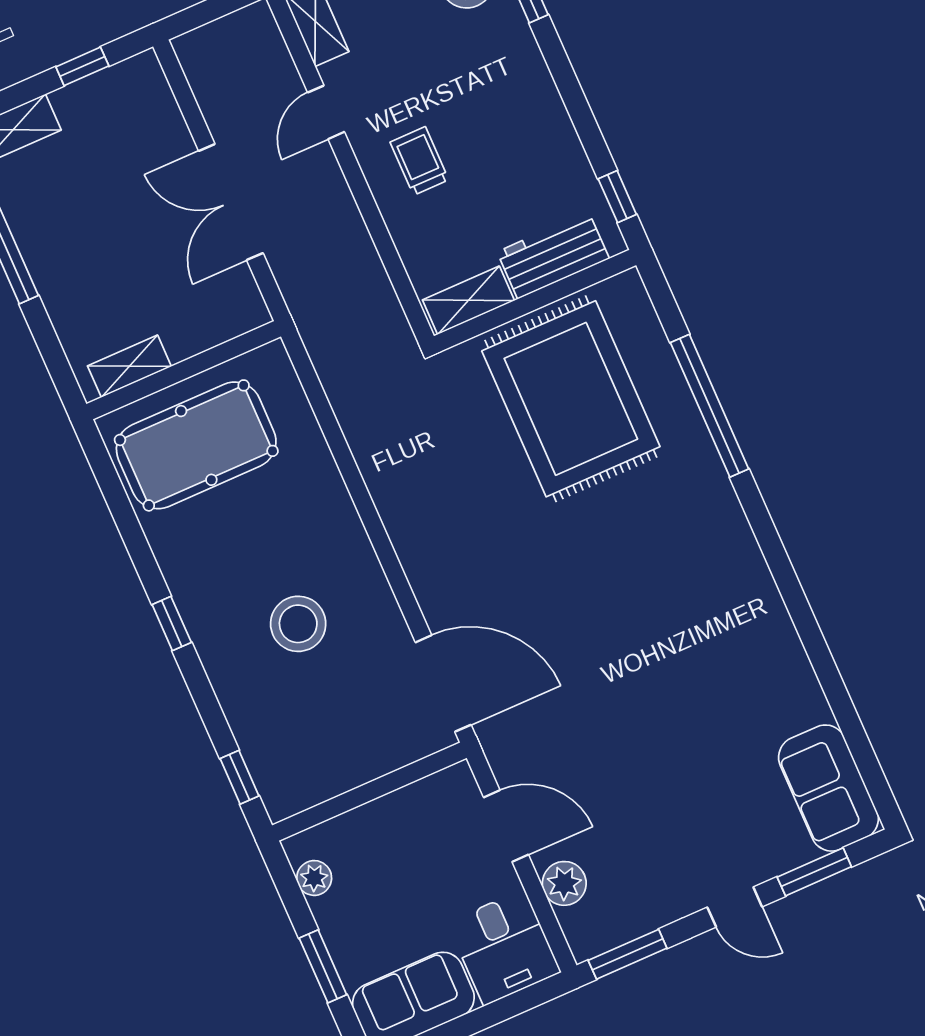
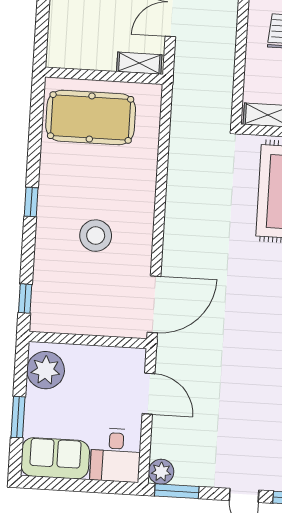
shelving: (129, 366) -> (139, 63), moved
door: (443, 684) -> (154, 304), hinge flipped
plant: (314, 878) -> (46, 370), width x1.88, depth x1.88
plant: (564, 883) -> (161, 472), moved

